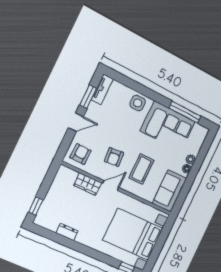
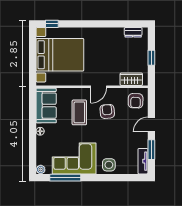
plant: (191, 159) -> (41, 170), moved
wardrobe: (88, 184) -> (131, 79), moved
window: (36, 206) -> (151, 58), moved
dresser: (67, 232) -> (133, 32), moved

